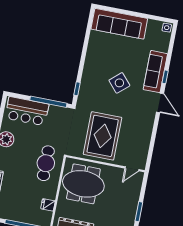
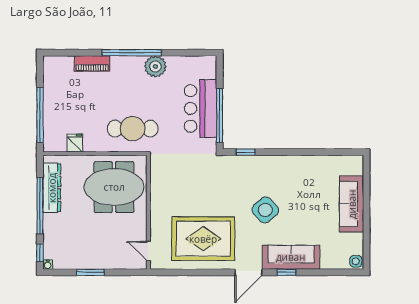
sofa: (119, 24) -> (352, 204), width x0.74, depth x0.79
bar counter: (27, 111) -> (200, 108), moved
rug: (103, 136) -> (203, 239), moved
meeting table: (83, 184) -> (114, 187), turned 90

